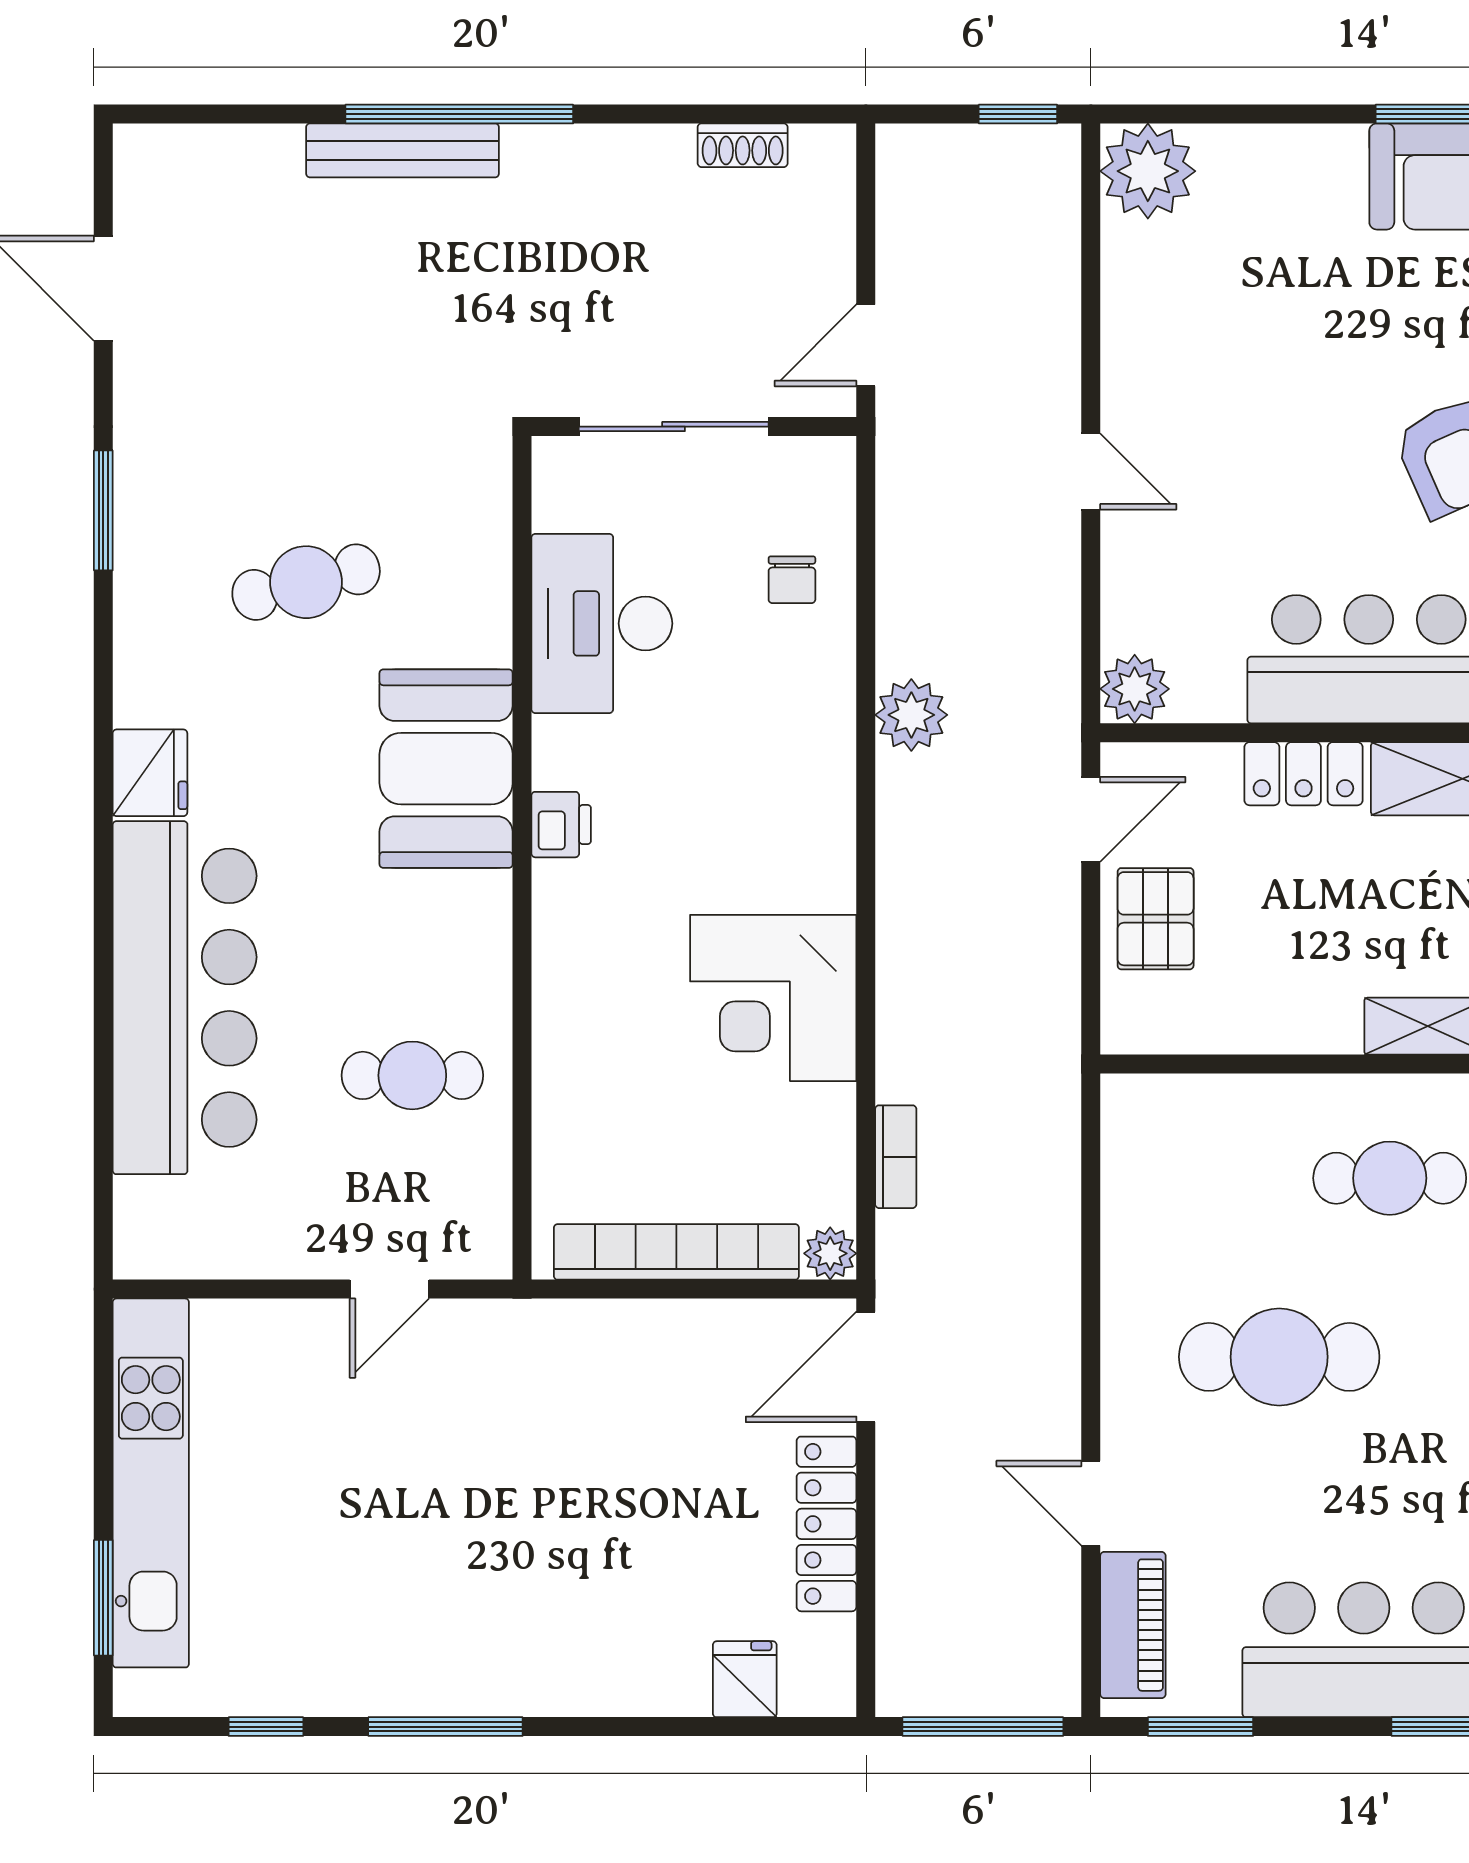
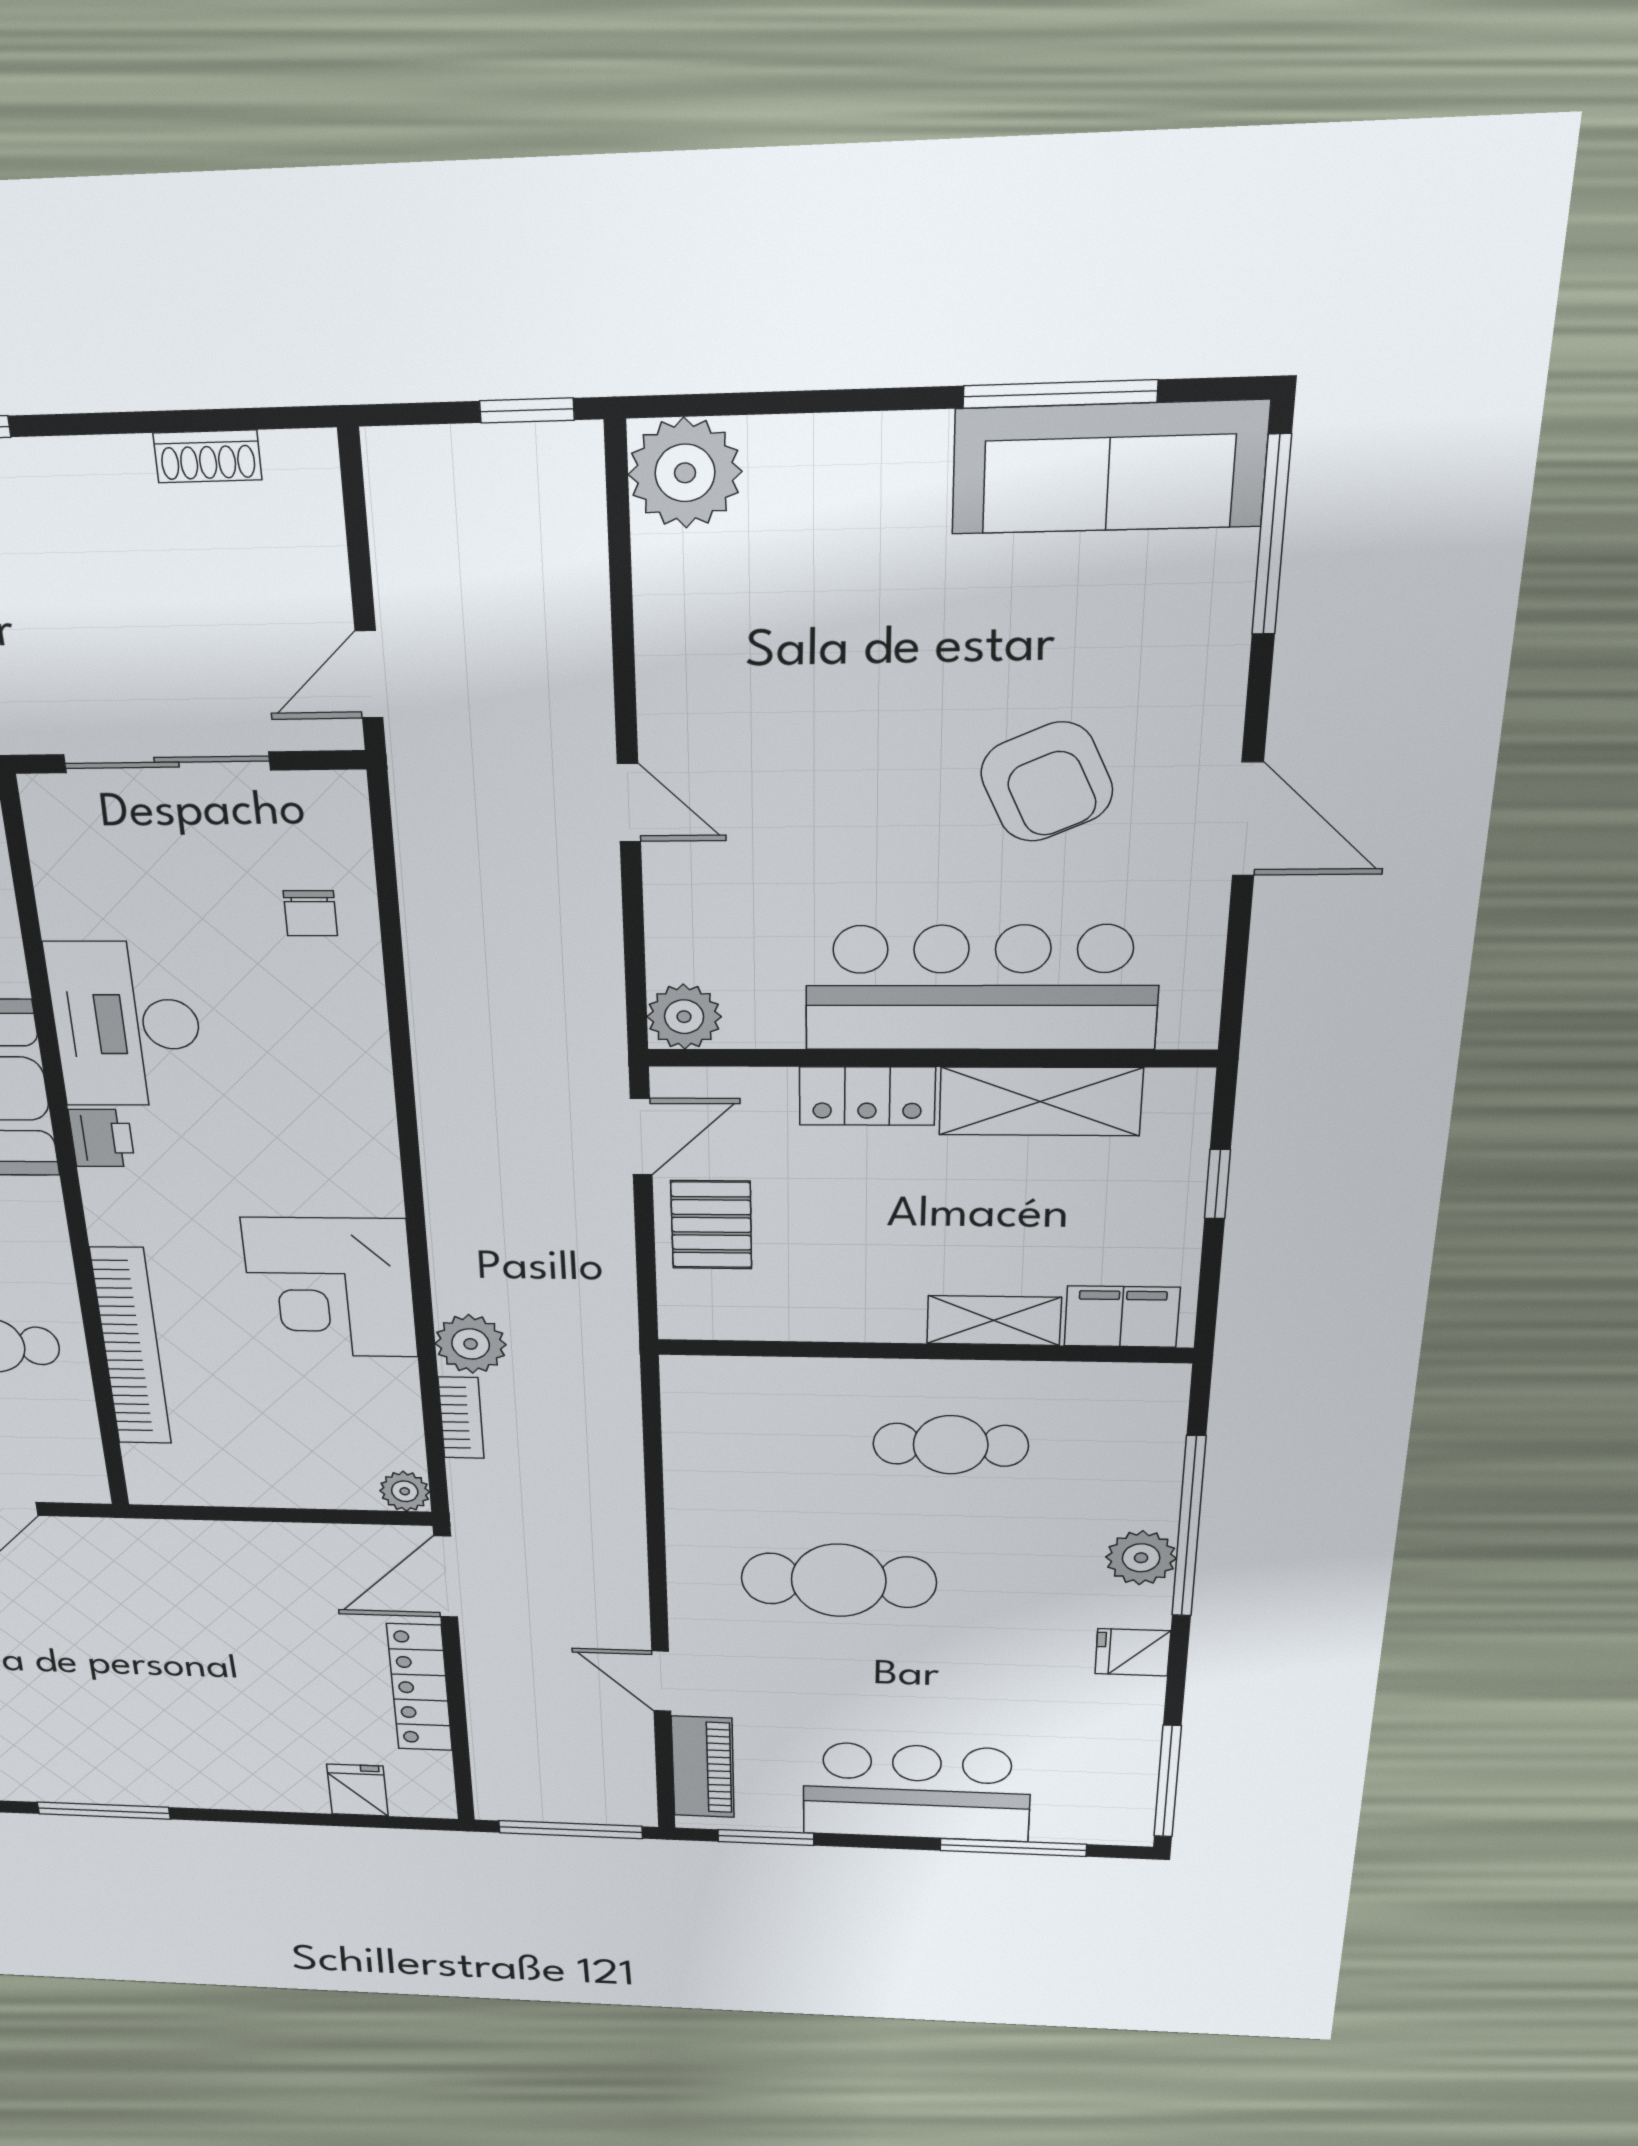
desk: (602, 623) -> (126, 1024), moved
plant: (911, 715) -> (471, 1344), moved
bookcase: (676, 1252) -> (131, 1347), moved, turned 90

